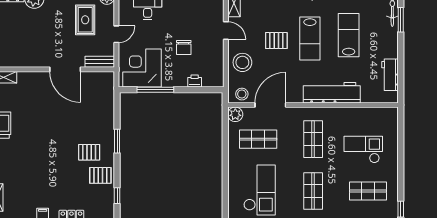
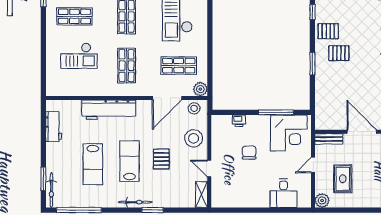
pallet: (276, 41) -> (161, 159), turned 90

